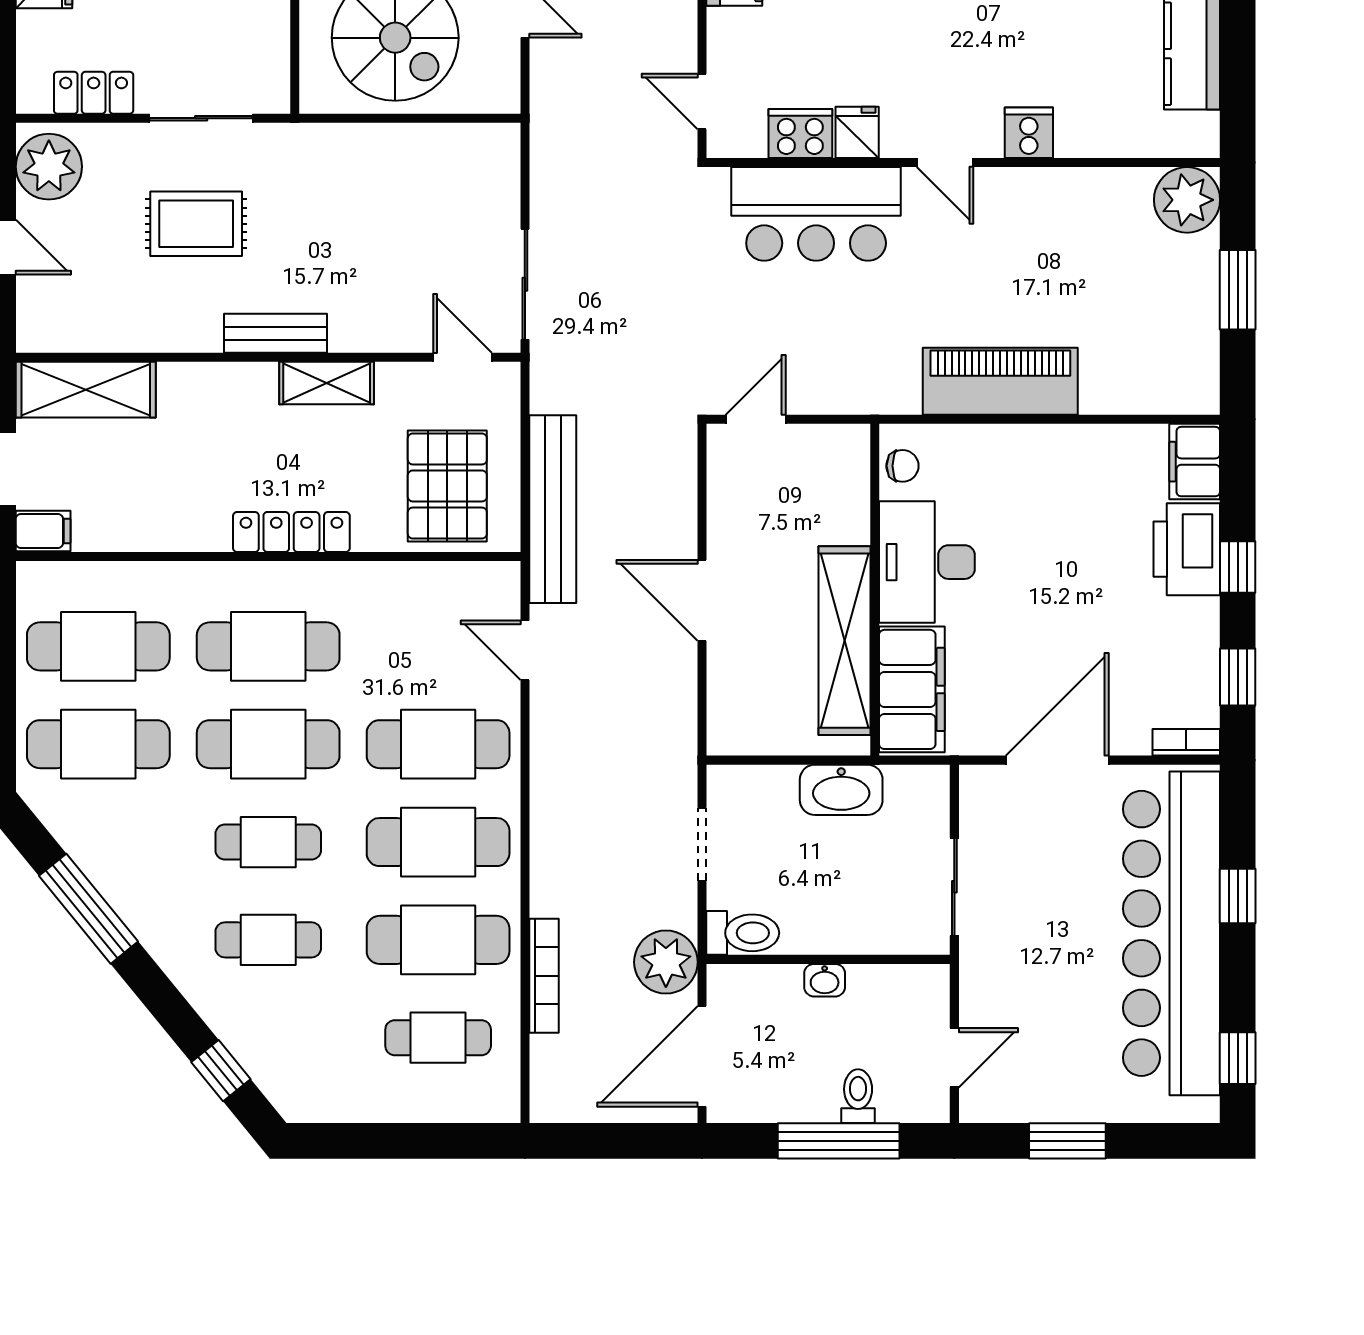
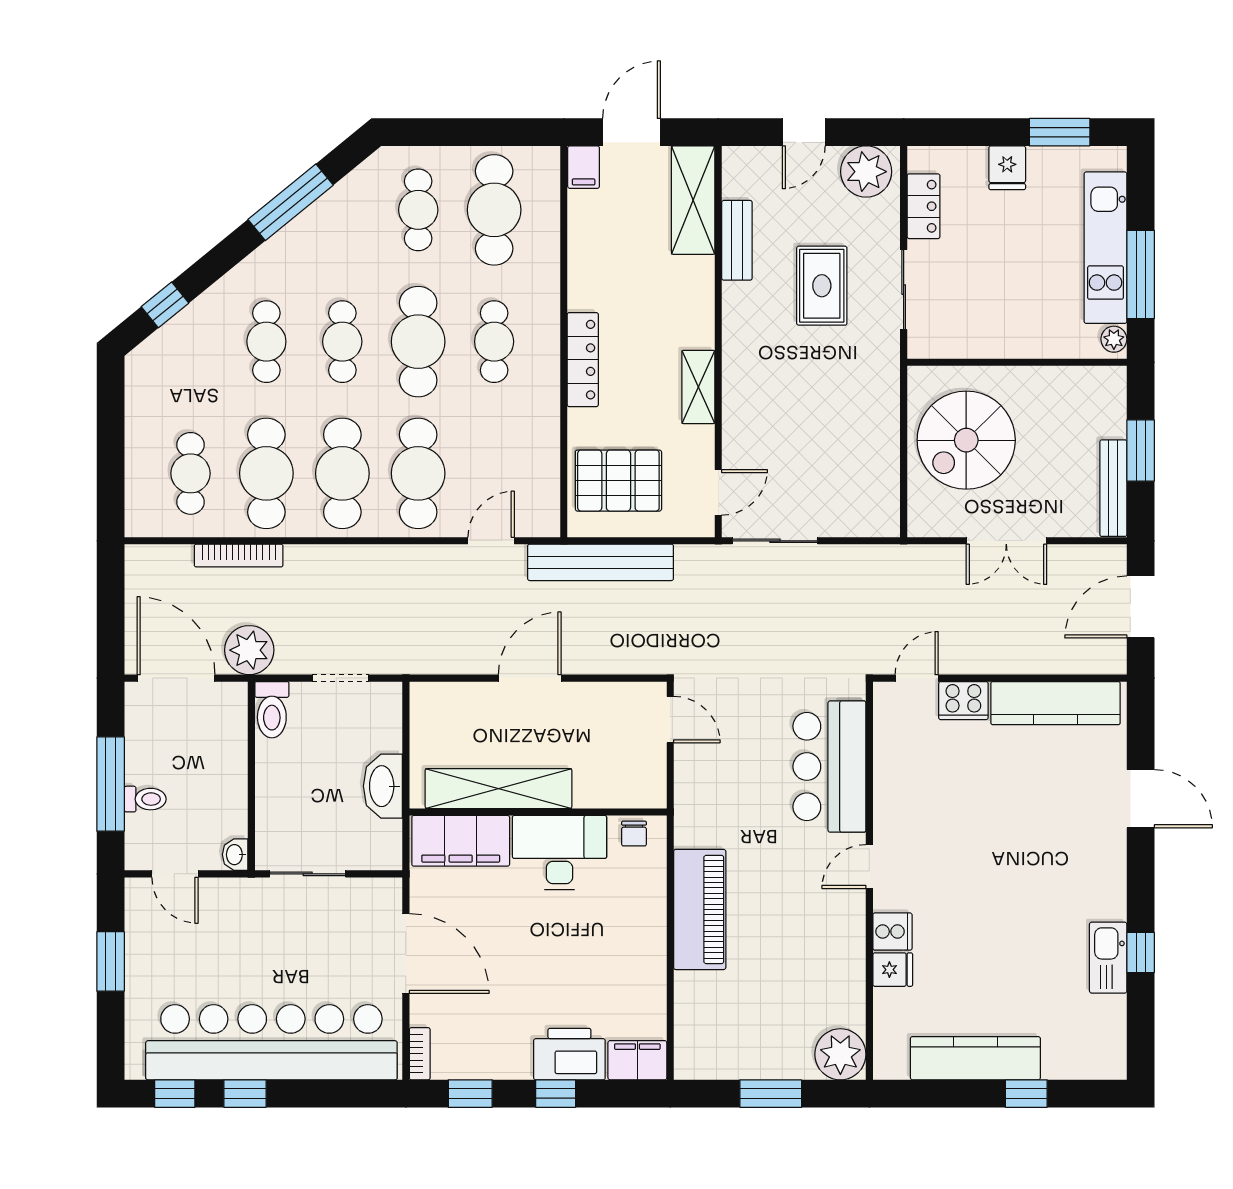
fridge: (857, 132) -> (893, 970), moved
cooker: (800, 133) -> (963, 701), moved, turned 90
bench: (275, 333) -> (737, 240), moved
cafe table: (268, 646) -> (494, 342), width x0.73, depth x0.74
cafe table: (98, 744) -> (418, 210), width x0.73, depth x0.74
window: (1238, 896) -> (245, 1094), moved
washbasin: (825, 980) -> (235, 855), moved

